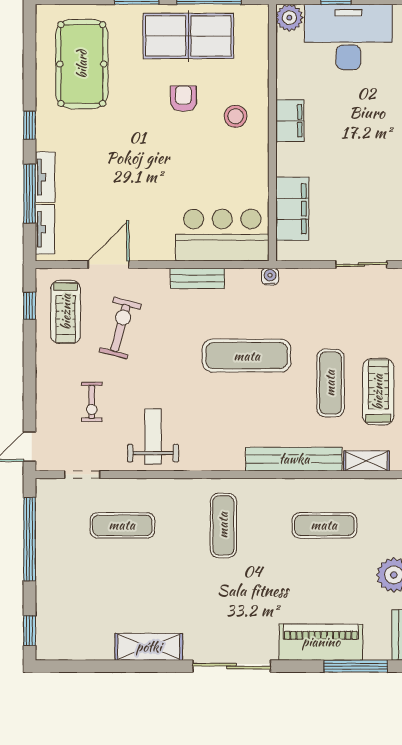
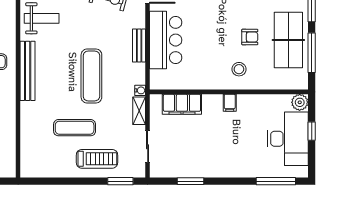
filing cabinet: (290, 121) -> (230, 103), width x0.50
bar counter: (222, 235) -> (166, 40), moved
treadmill: (378, 392) -> (97, 159), moved
bench: (294, 459) -> (28, 71), moved
shelving: (366, 461) -> (139, 111), moved

